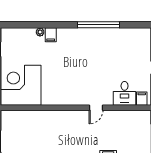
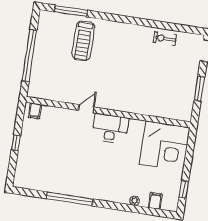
filing cabinet: (51, 35) -> (155, 201), moved
desk: (125, 93) -> (110, 128), moved, width x1.37

